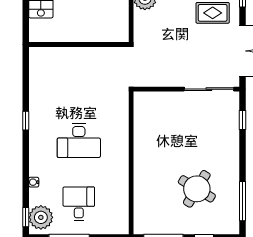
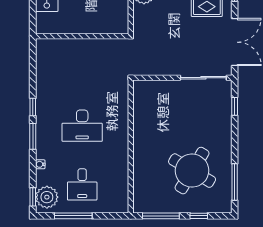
window: (26, 152) -> (33, 136), added
round table: (197, 189) -> (192, 171), width x1.36, depth x1.36
desk: (79, 204) -> (82, 184), turned 180

